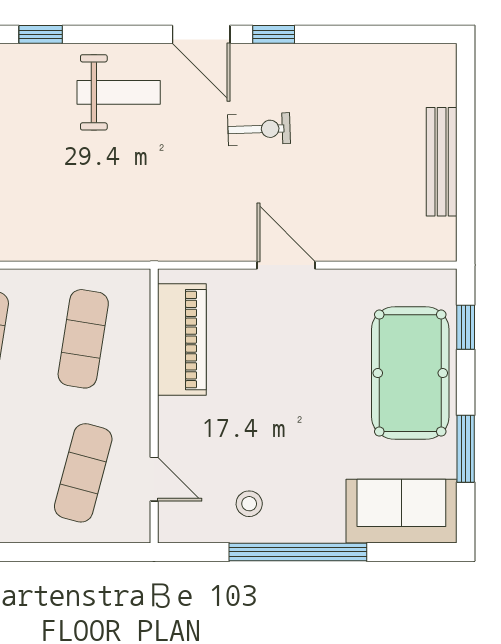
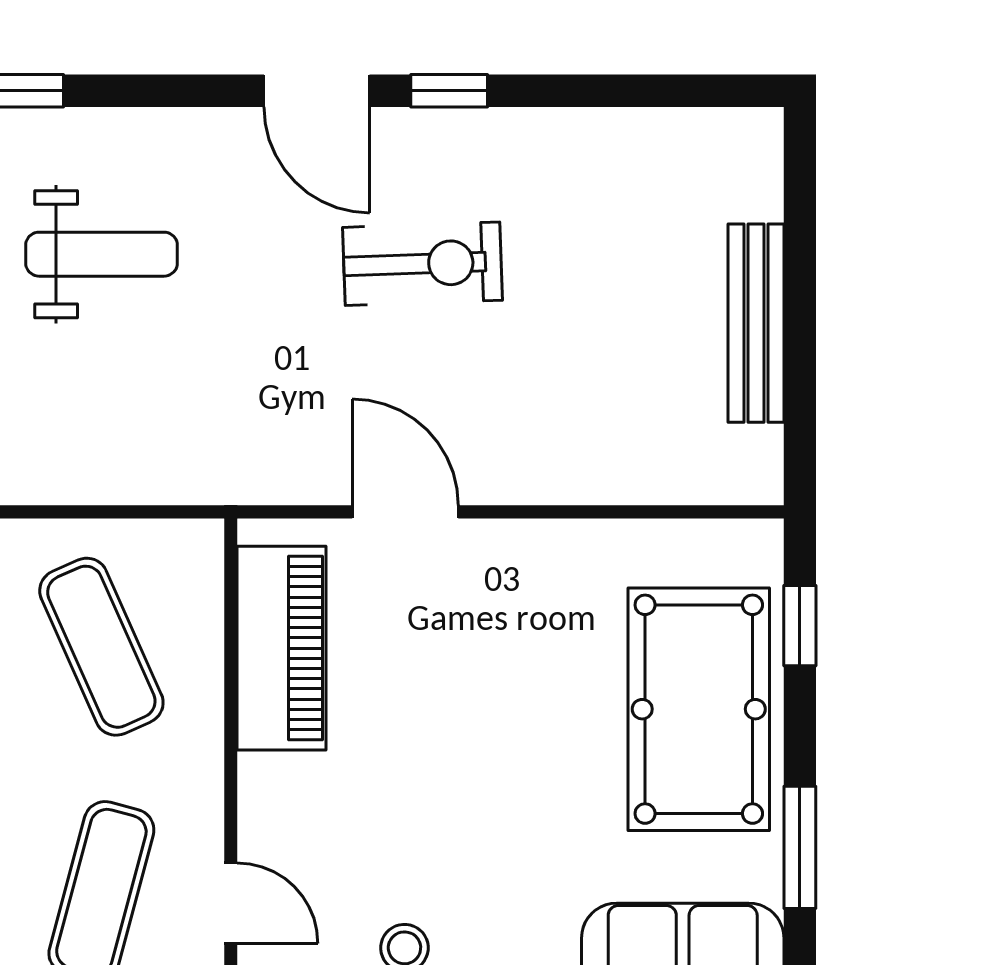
weight bench: (119, 92) -> (102, 254), moved
exercise bike: (259, 129) -> (423, 264), width x1.38, depth x1.39
door: (286, 265) -> (405, 512), moved
exercise mat: (83, 339) -> (101, 647), turned -33

